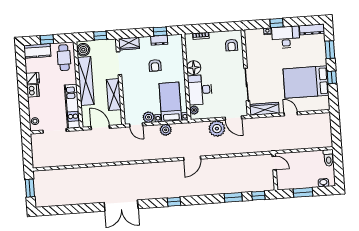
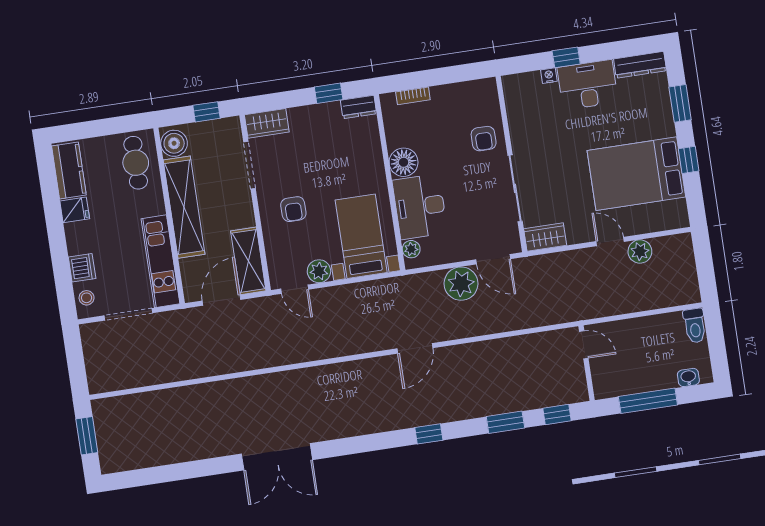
window: (47, 39) -> (98, 128), removed
dresser: (159, 40) -> (358, 107), moved
armchair: (232, 45) -> (484, 139), moved
kitchen counter: (37, 51) -> (69, 171), moved, turned -90
armchair: (155, 65) -> (293, 209), moved
dishwasher: (33, 91) -> (82, 268), moved
shelving: (114, 95) -> (248, 261), moved
wardrobe: (264, 109) -> (545, 237), width x0.67
door: (100, 128) -> (221, 300), hinge flipped
plant: (166, 130) -> (640, 251), moved
window: (303, 192) -> (648, 401), width x1.44
window: (174, 202) -> (429, 434), moved

